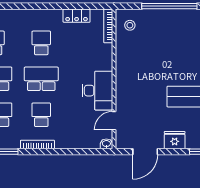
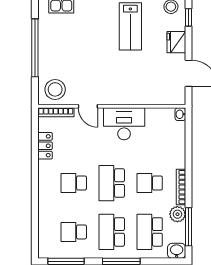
stool: (130, 25) -> (55, 89), width x1.89, depth x1.89
door: (114, 121) -> (88, 106), moved
plant: (12, 141) -> (177, 214), added

